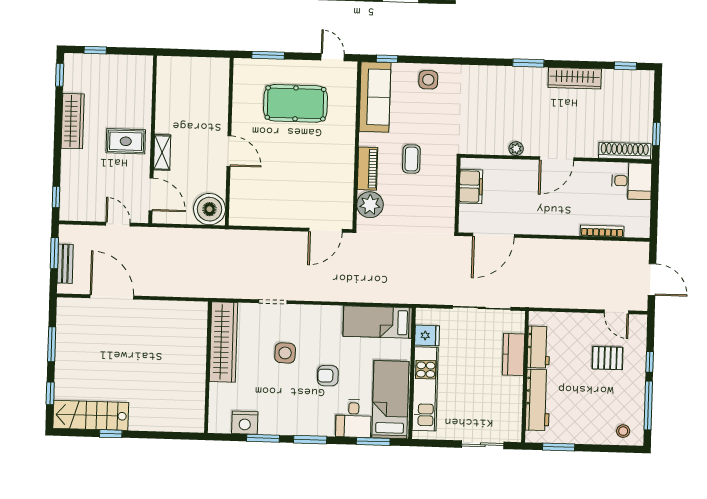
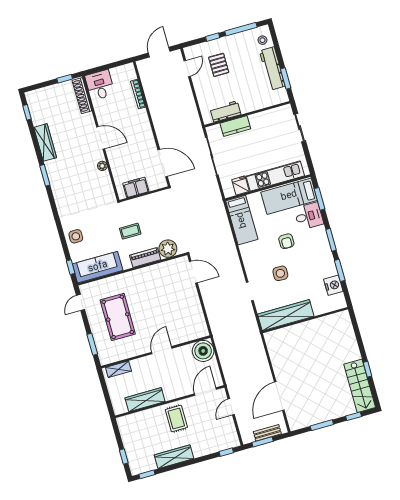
wardrobe: (166, 105) -> (145, 400), added
shelving: (162, 152) -> (118, 369), moved
workbench: (538, 400) -> (272, 68), moved, turned -90

